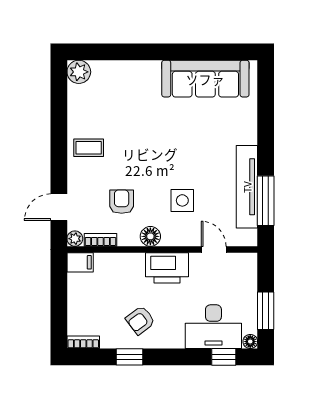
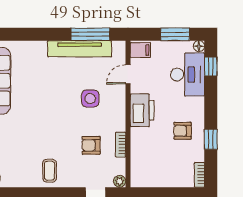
floor lamp: (150, 236) -> (118, 123), removed
bookcase: (100, 240) -> (121, 145), moved
filing cabinet: (80, 262) -> (140, 50), moved, turned 90
armchair: (140, 320) -> (183, 131), turned 127

